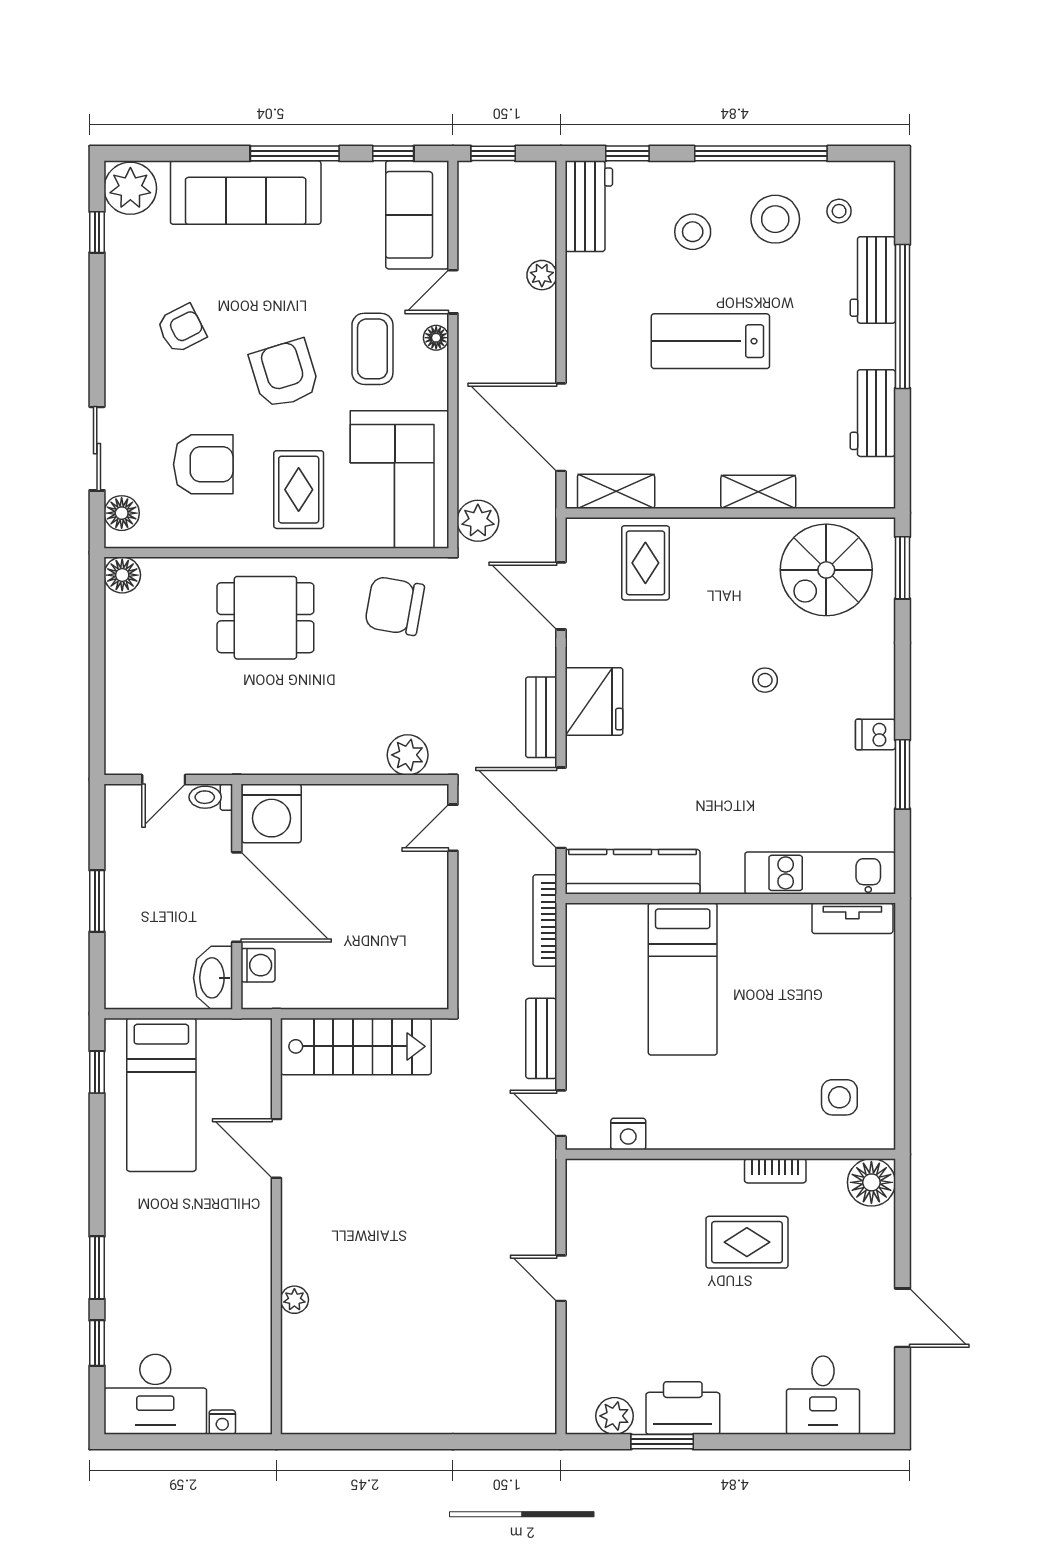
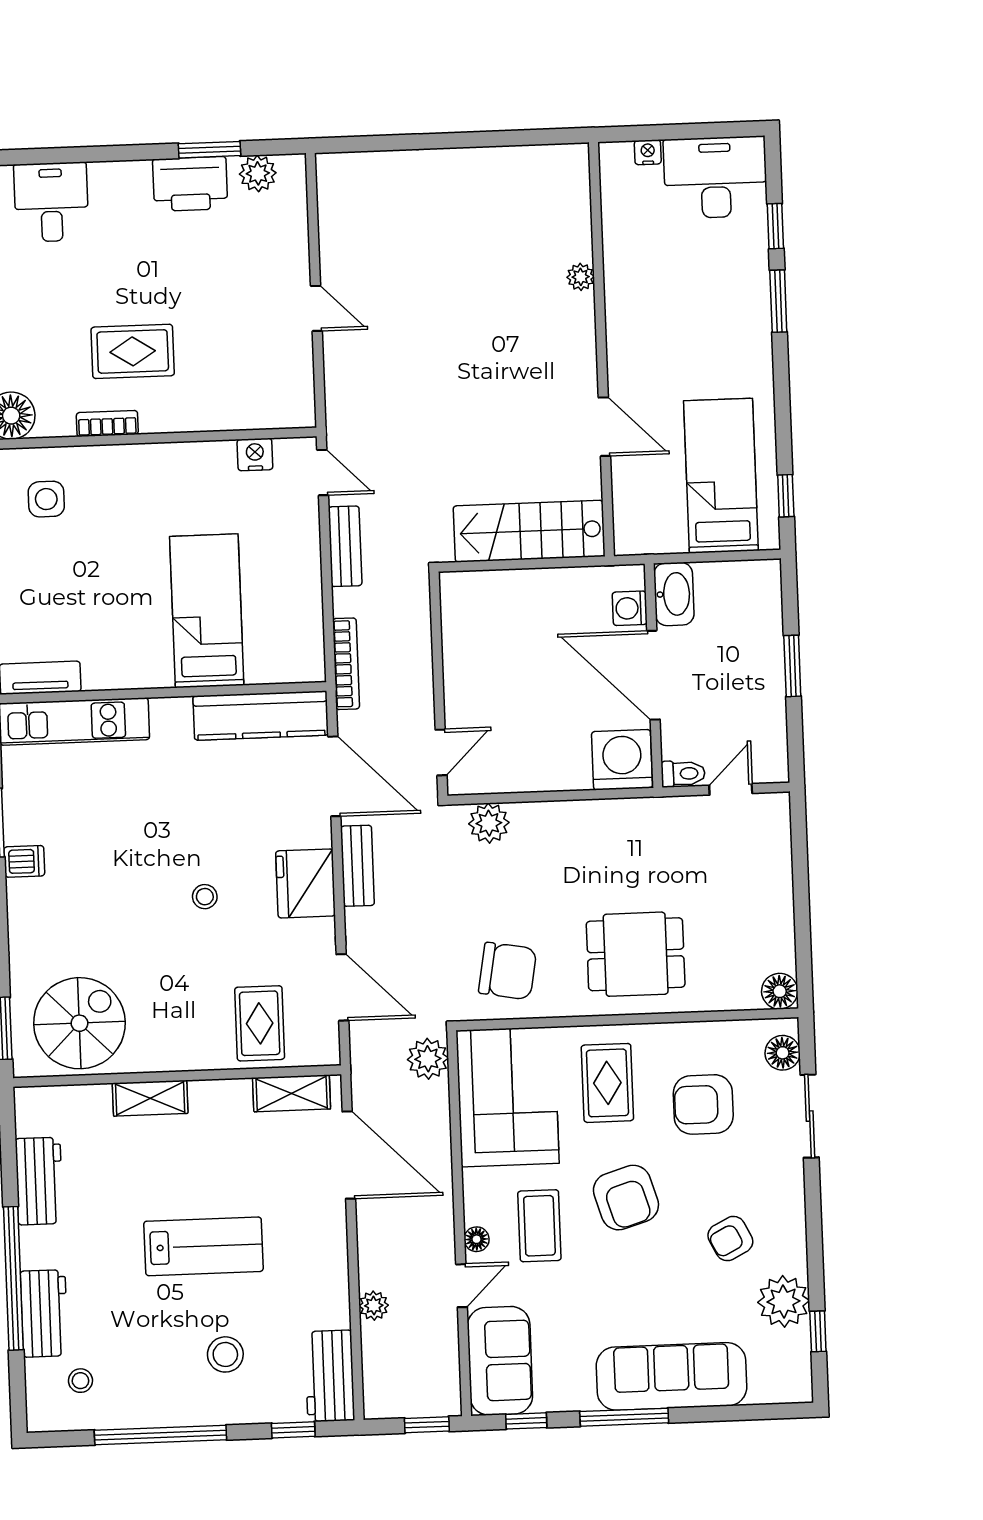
plant: (130, 188) -> (784, 1301), moved
stool: (775, 219) -> (144, 1370), removed
stool: (765, 680) -> (205, 897), moved

